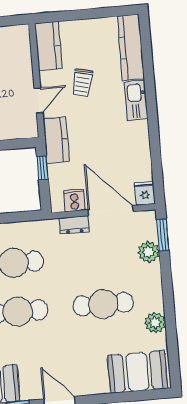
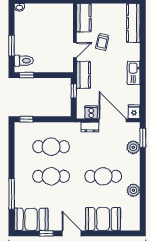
kitchen sink: (136, 101) -> (134, 73), moved
booth: (137, 372) -> (103, 219), moved

